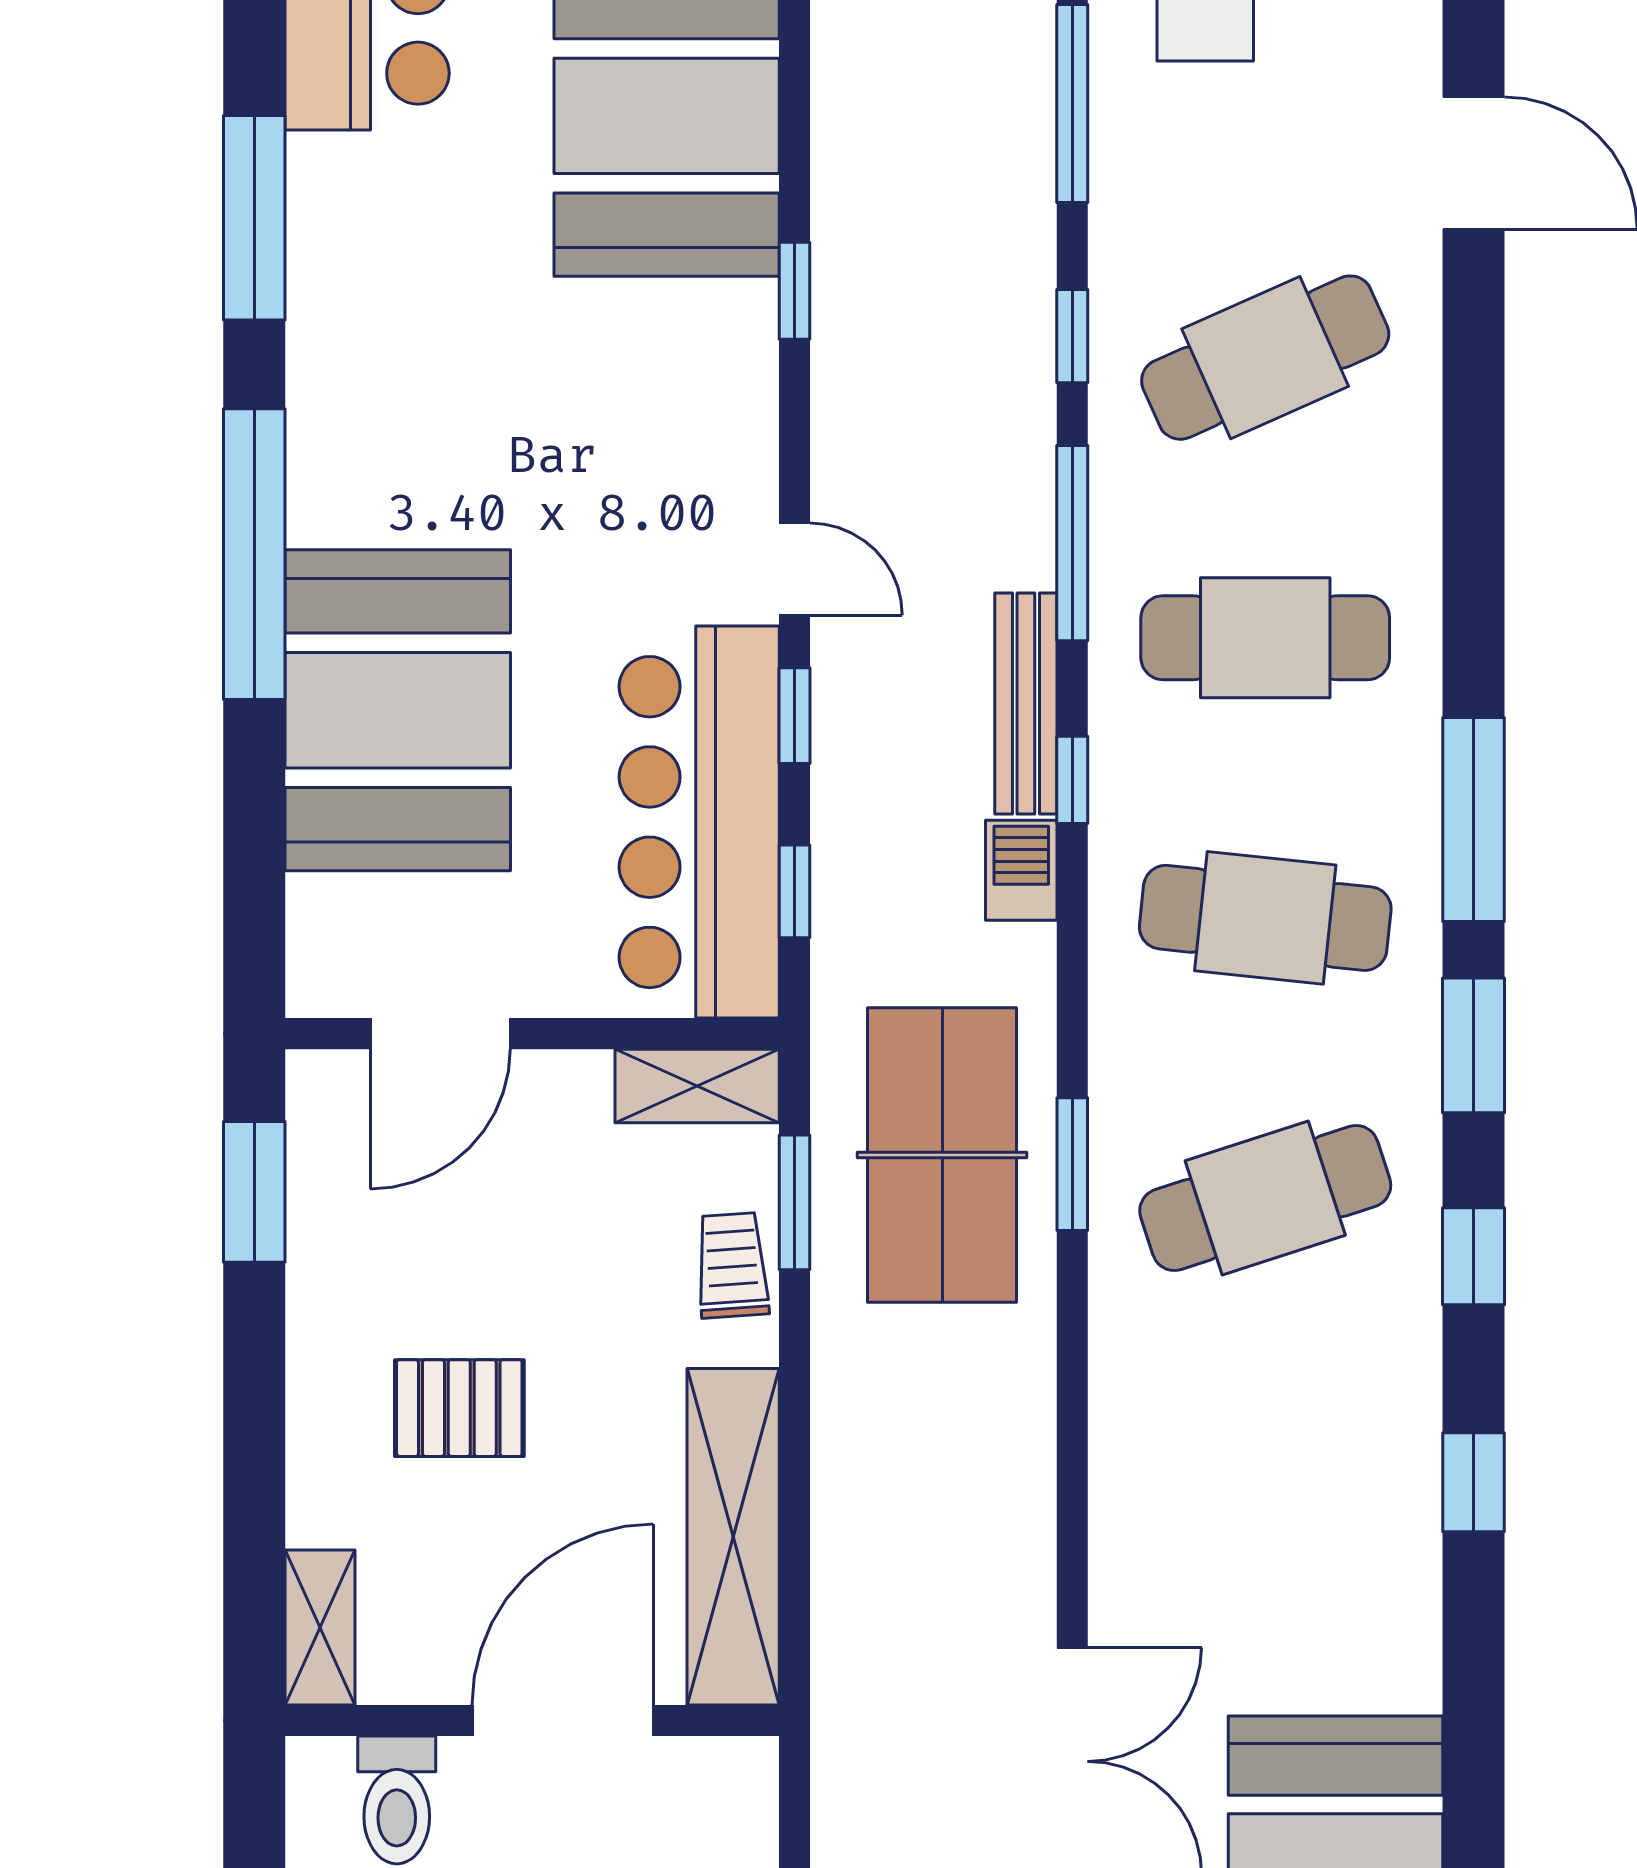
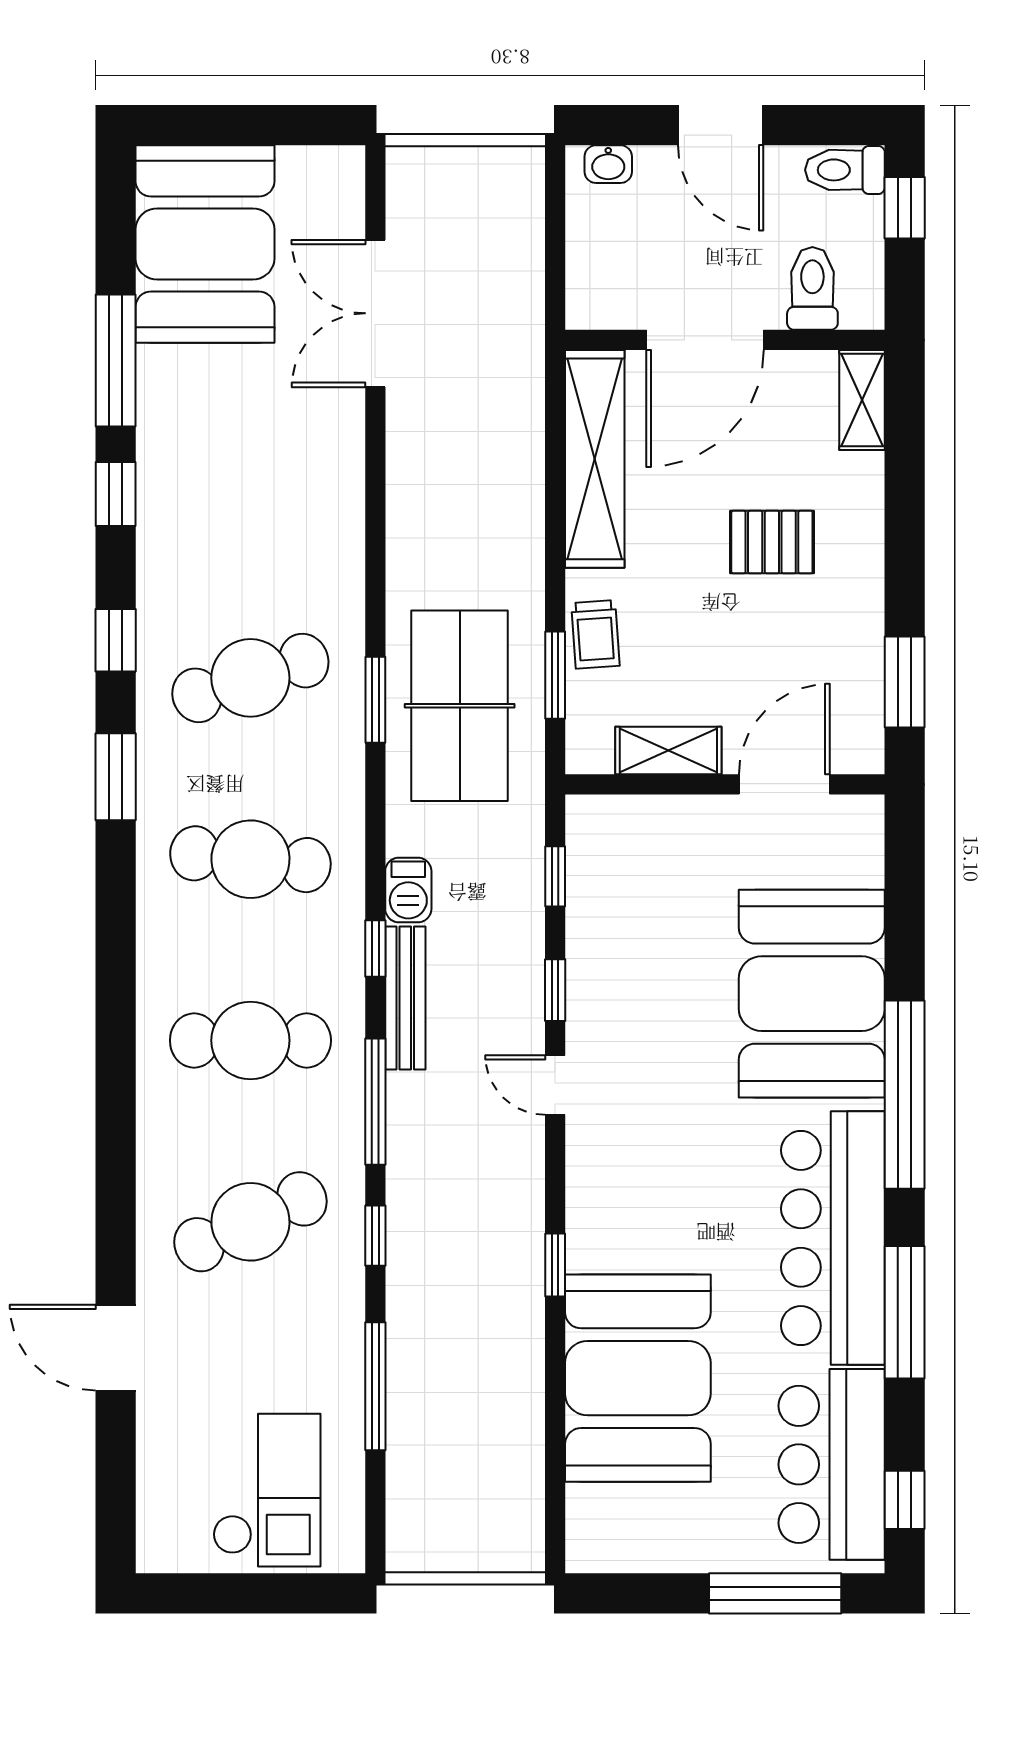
window: (1474, 820) -> (116, 361), moved
bar counter: (699, 822) -> (833, 1238), moved, turned 180
shelving: (697, 1086) -> (668, 750), moved

